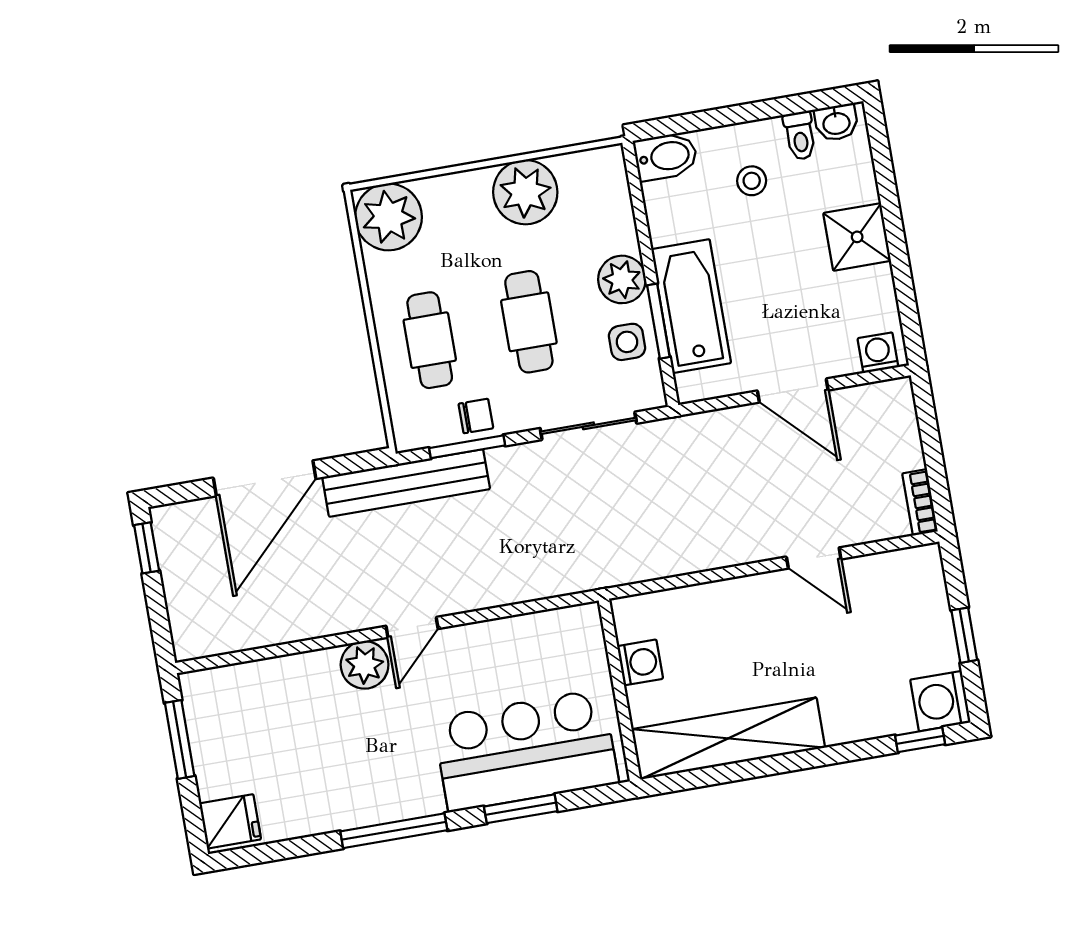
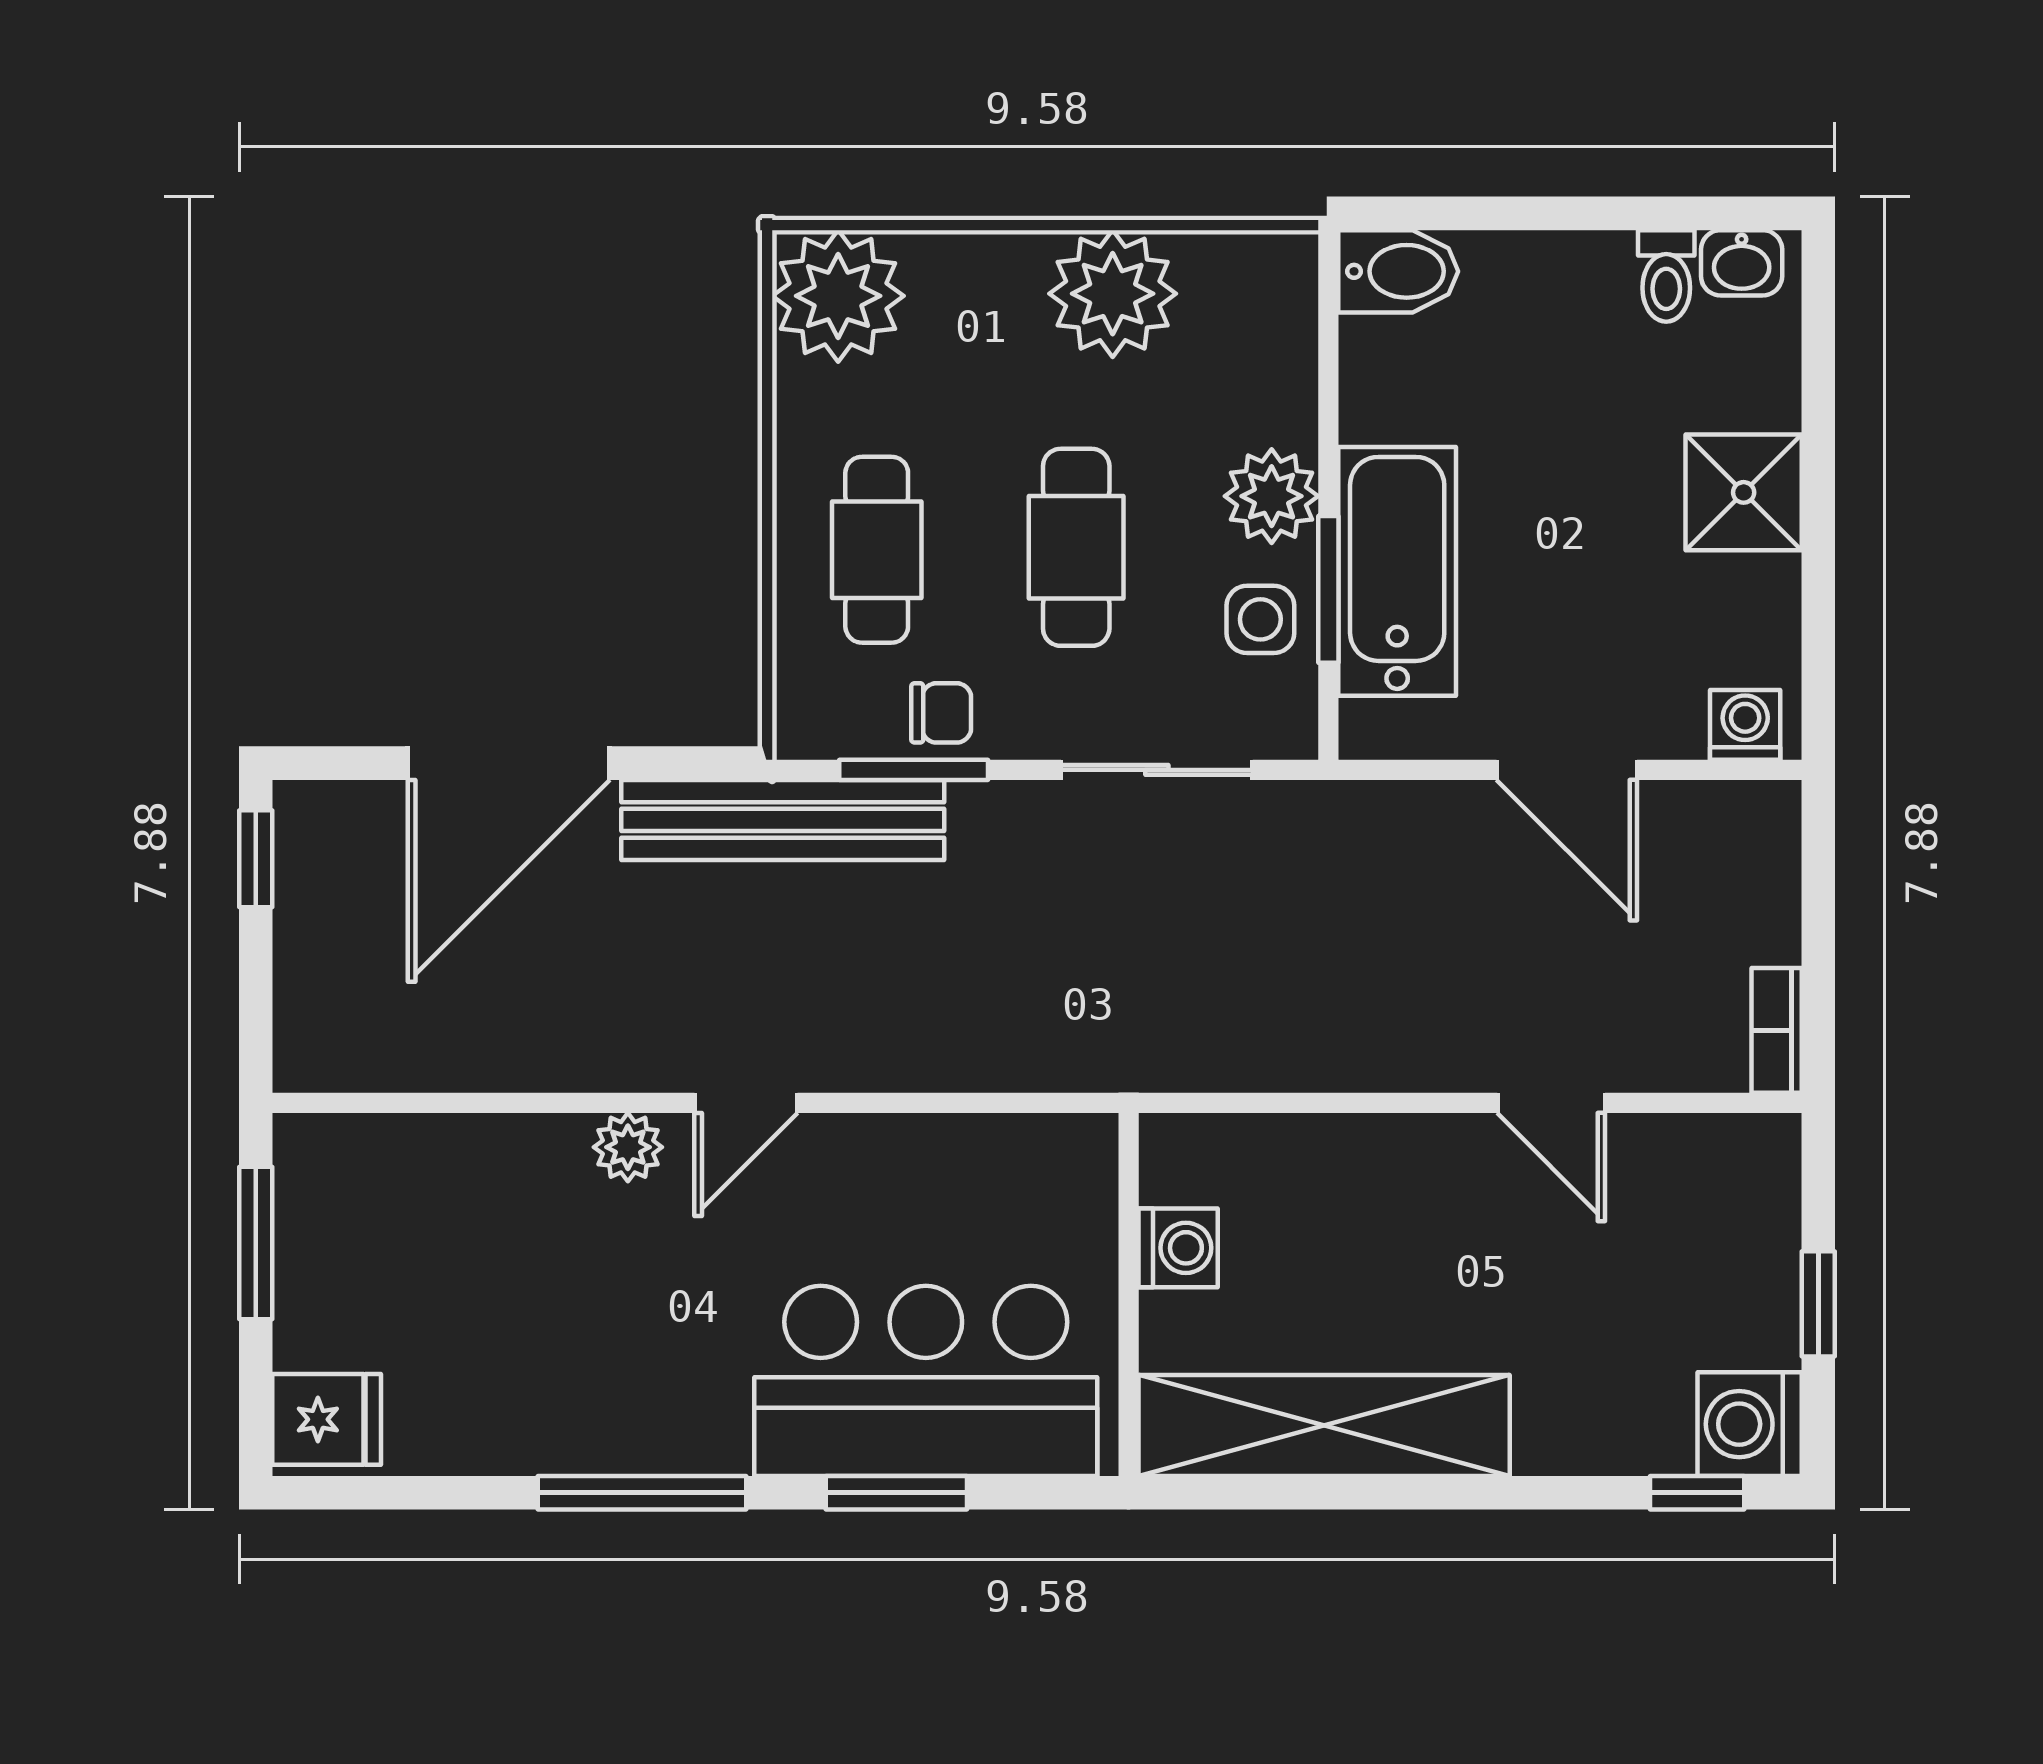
stool: (752, 181) -> (1557, 348), removed
plant: (365, 665) -> (628, 1147), width x0.73, depth x0.73

